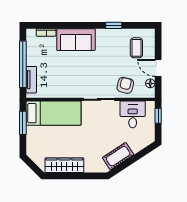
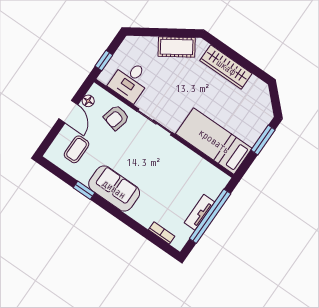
sofa: (76, 40) -> (114, 189), moved
tv unit: (31, 80) -> (199, 212), moved
window: (23, 123) -> (263, 140), moved
wardrobe: (64, 165) -> (226, 67), moved

